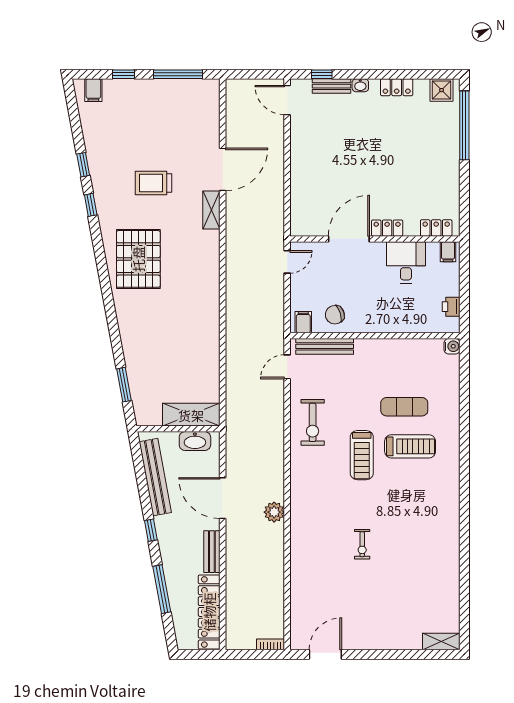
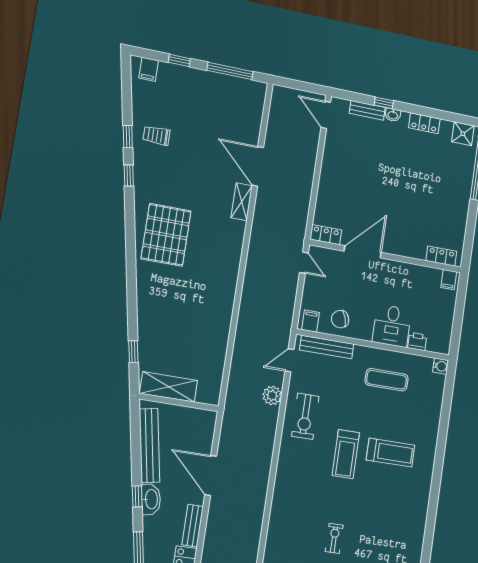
window: (322, 74) -> (384, 103), moved
door: (223, 169) -> (258, 166), swing flipped
trolley: (154, 183) -> (157, 136), moved, width x0.73, depth x0.72
locker: (387, 228) -> (326, 235), moved
door: (287, 262) -> (304, 263), hinge flipped
desk: (406, 263) -> (392, 326), moved, turned 180
printer: (451, 307) -> (417, 342), moved, turned 90
window: (124, 385) -> (133, 352), width x0.67
exercise mat: (404, 407) -> (387, 380), moved
shelving: (191, 415) -> (169, 387), moved
washbasin: (195, 441) -> (151, 499), moved, turned -100
plant: (274, 512) -> (272, 395), moved
exercise bike: (362, 544) -> (334, 538), turned 180

